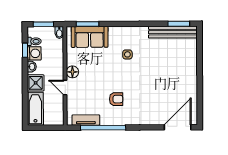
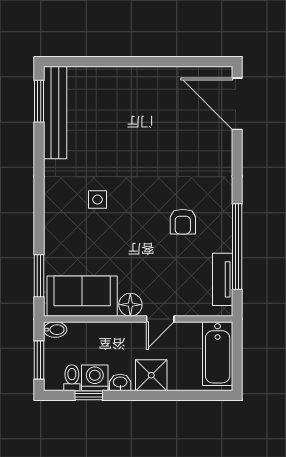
sofa: (90, 37) -> (82, 296), moved, turned -90
armchair: (116, 99) -> (183, 222), turned 180
bathtub: (35, 109) -> (218, 354), moved, turned -90

